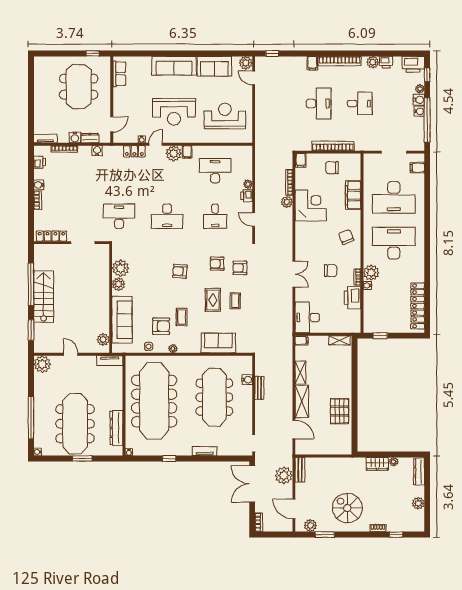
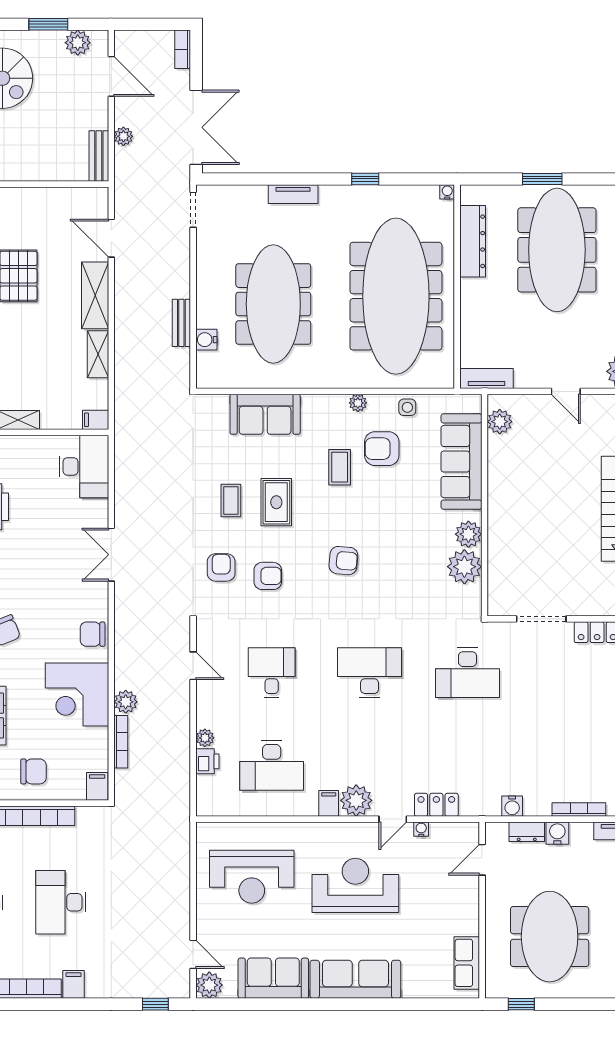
printer: (247, 196) -> (207, 761), moved
armchair: (240, 268) -> (221, 567), turned -90
chair: (331, 271) -> (93, 634), moved
plant: (284, 475) -> (123, 136), width x0.53, depth x0.53

